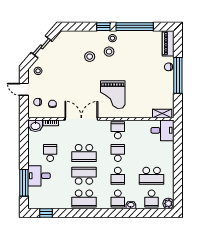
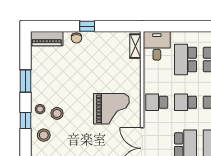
window: (135, 27) -> (25, 81), width x0.47
stool: (90, 57) -> (44, 135), moved
window: (178, 75) -> (87, 26), width x0.32
school desk: (152, 153) -> (186, 59), added

